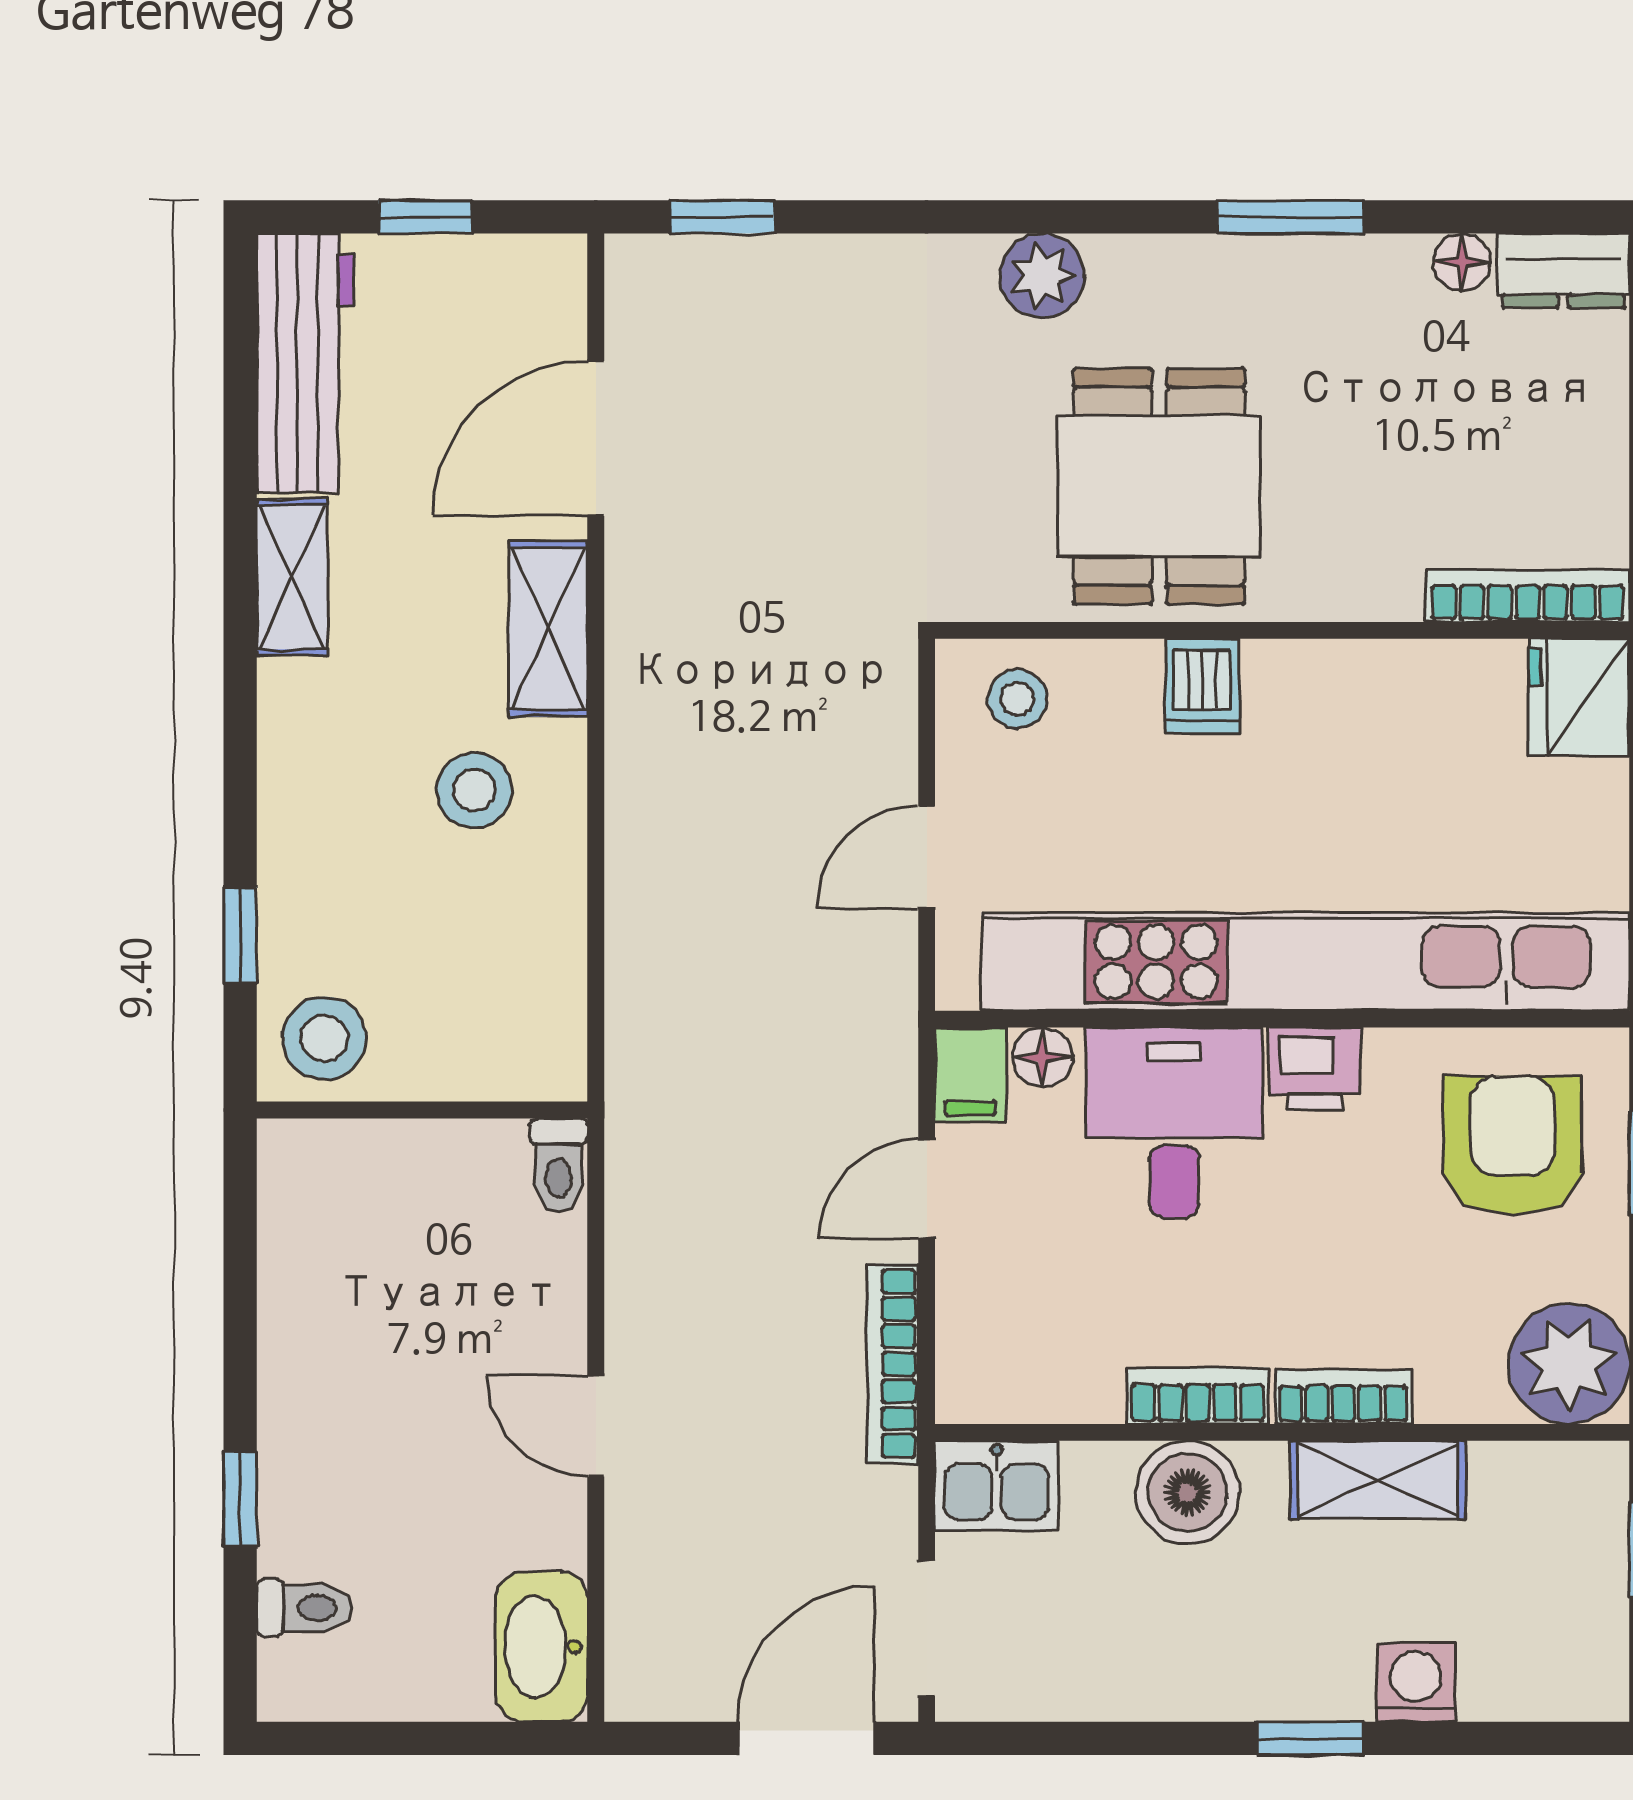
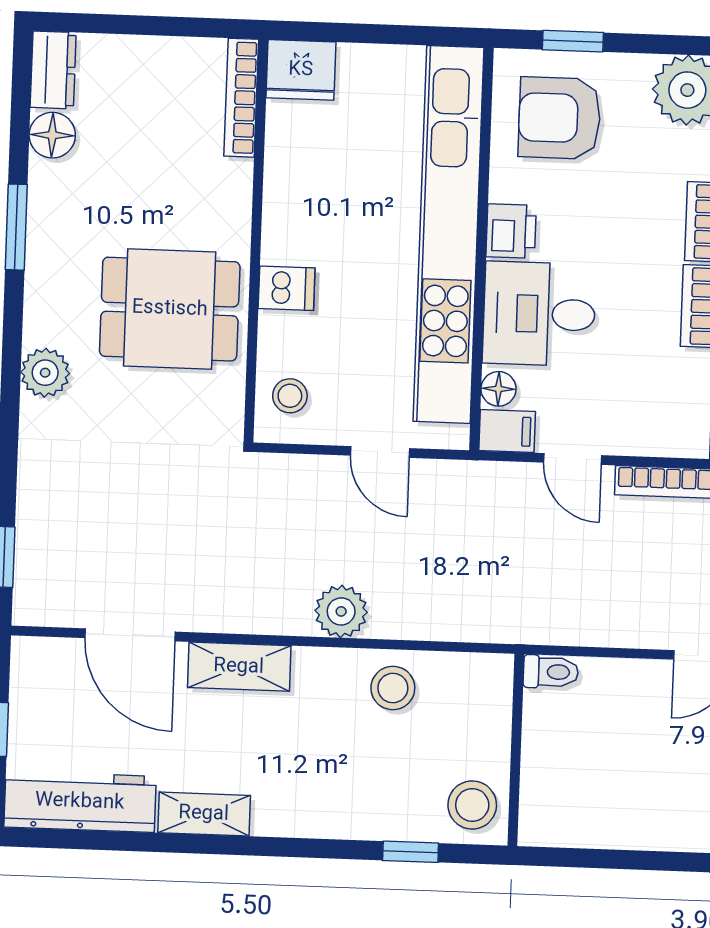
floor lamp: (1462, 262) -> (52, 135), width x1.37, depth x1.37
stool: (474, 790) -> (393, 688), moved
plant: (649, 800) -> (341, 611), added

